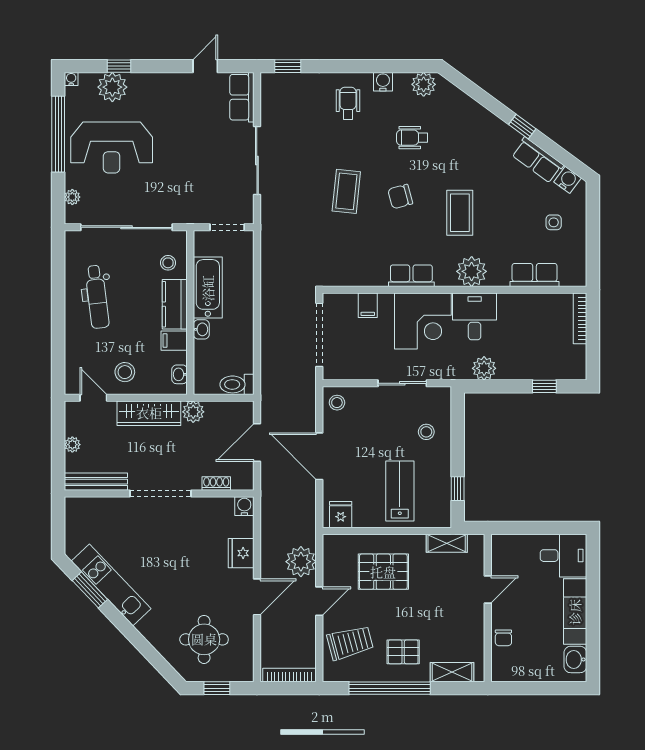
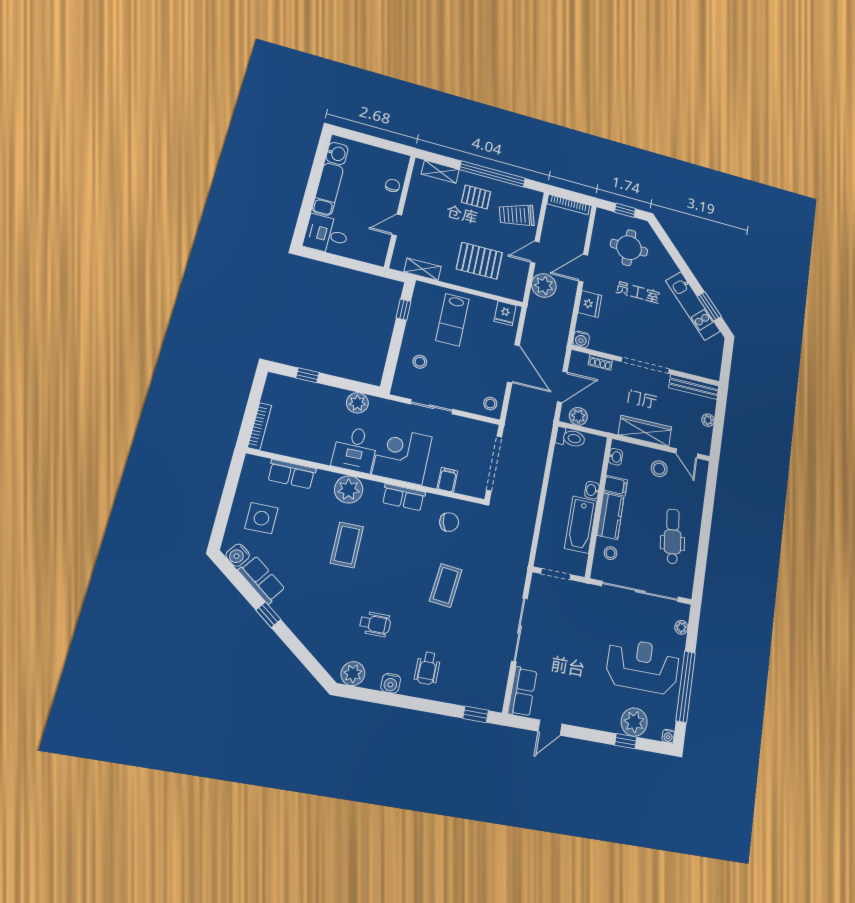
chair: (400, 197) -> (449, 522), moved
side table: (554, 222) -> (261, 518), width x1.87, depth x1.87
plant: (193, 412) -> (578, 416), moved

